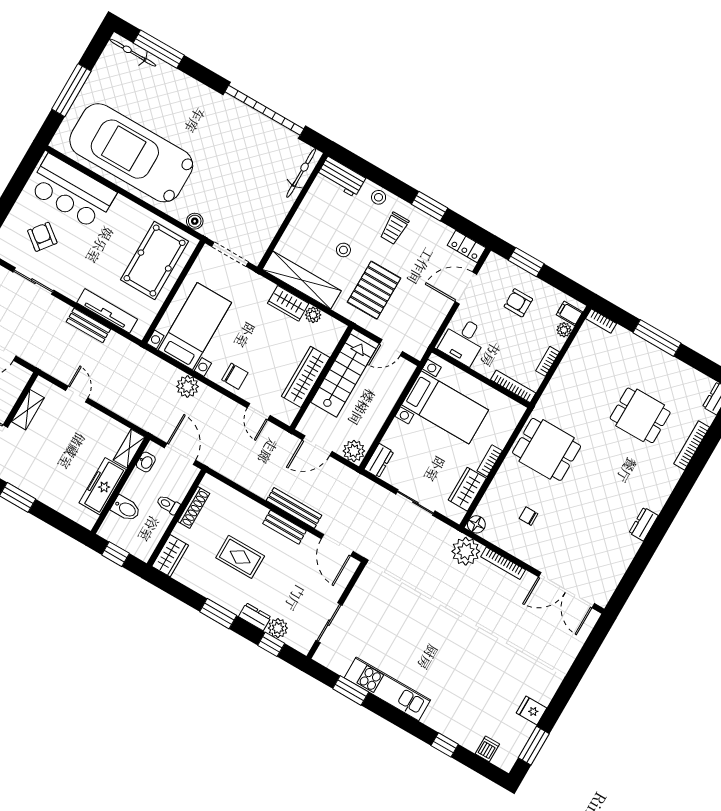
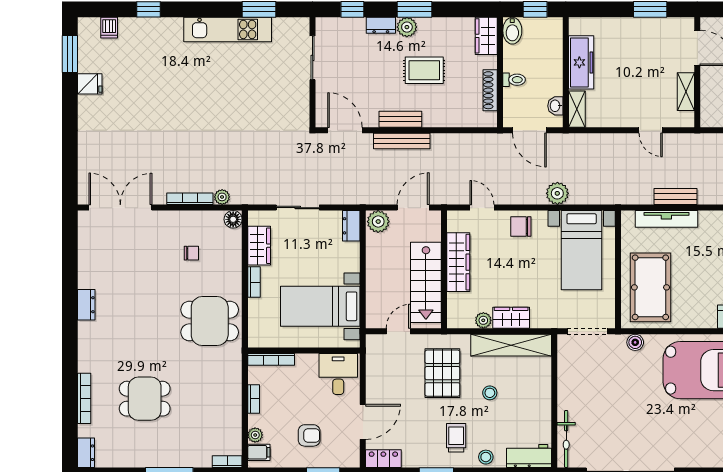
bidet: (126, 509) -> (512, 31), moved, turned -90
plant: (466, 551) -> (222, 197), width x0.53, depth x0.53
plant: (278, 628) -> (407, 27), moved

